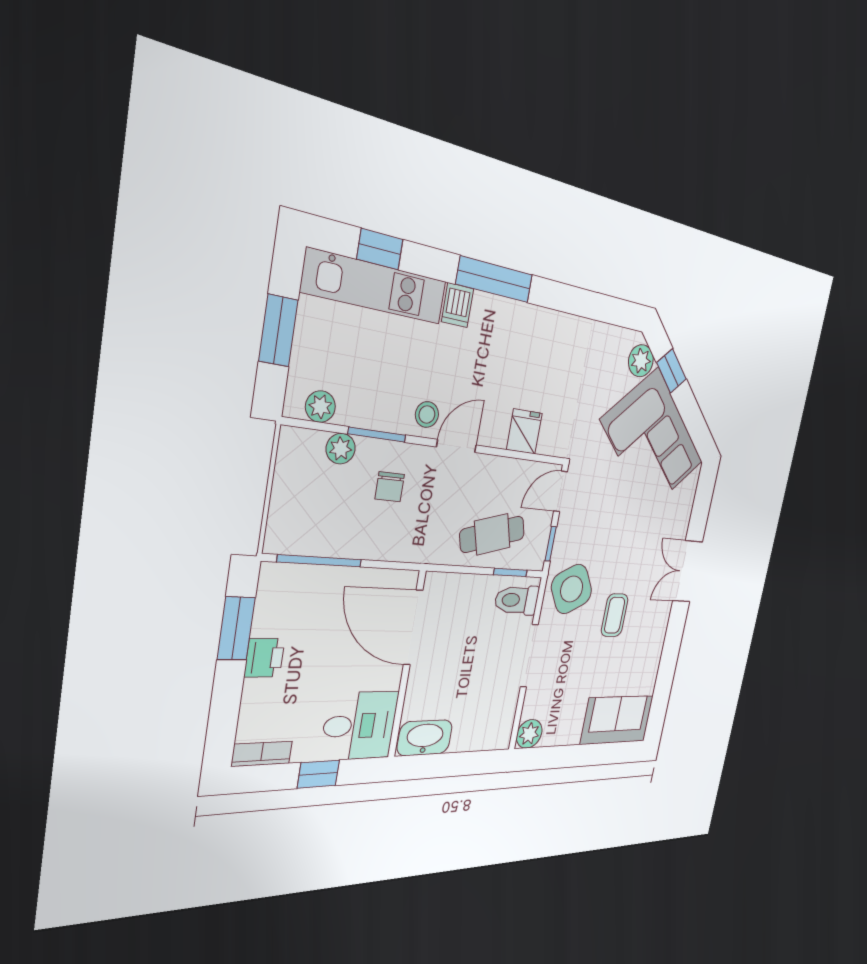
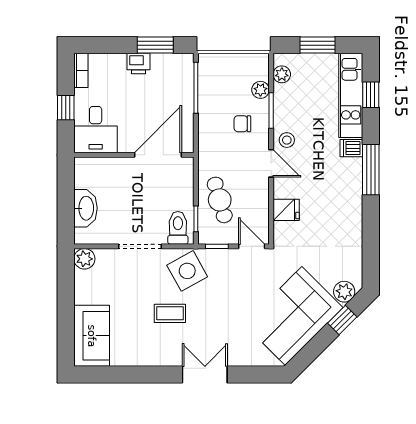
washbasin: (425, 738) -> (86, 208), moved

